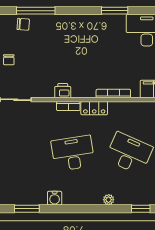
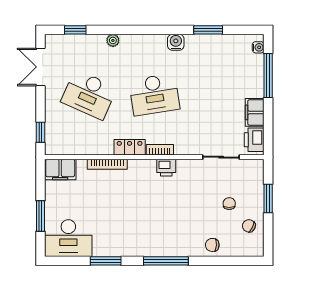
window: (36, 11) -> (166, 261), moved

